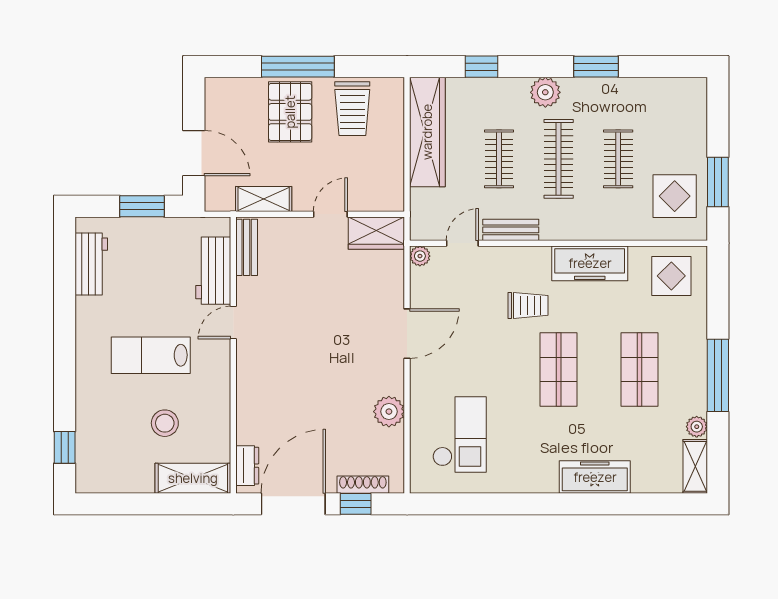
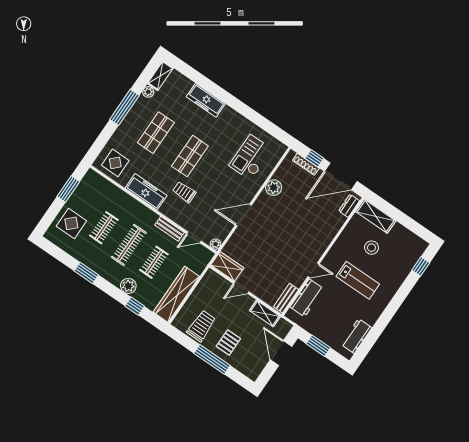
plant: (545, 92) -> (128, 286), moved
pallet: (290, 112) -> (228, 343), width x0.67, depth x0.71
display table: (675, 196) -> (71, 223), moved

